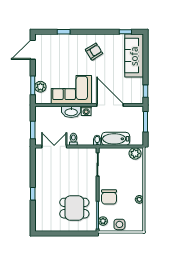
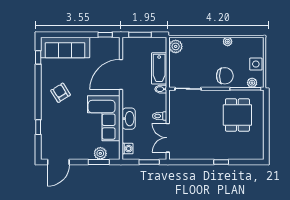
door: (33, 50) -> (58, 162), hinge flipped
washing machine: (86, 111) -> (128, 149), moved

